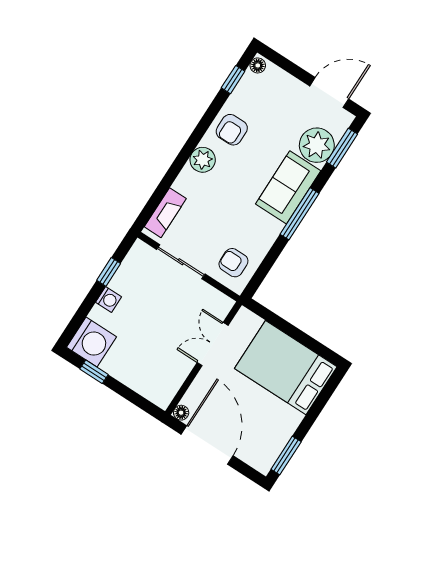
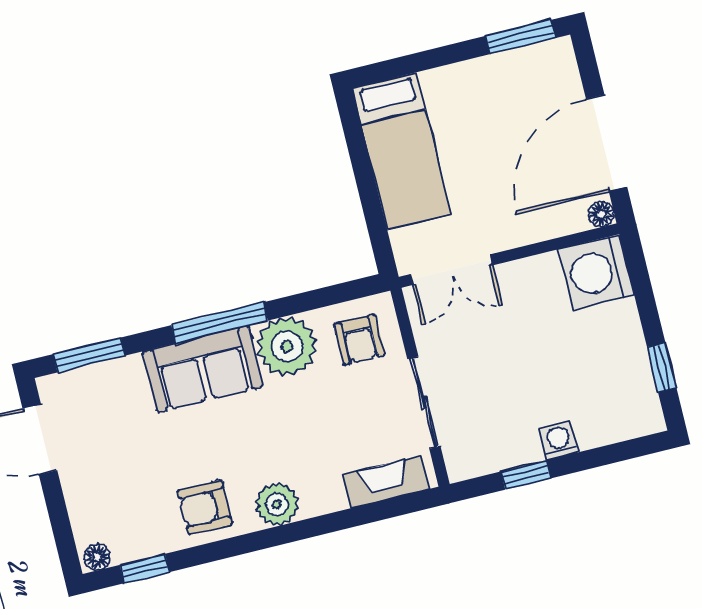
armchair: (232, 130) -> (205, 507), turned 180
plant: (317, 145) -> (287, 346), moved
washing machine: (91, 342) -> (597, 272), moved, turned -90
double door: (213, 344) -> (451, 270), moved
bed: (286, 368) -> (402, 151), width x0.67

